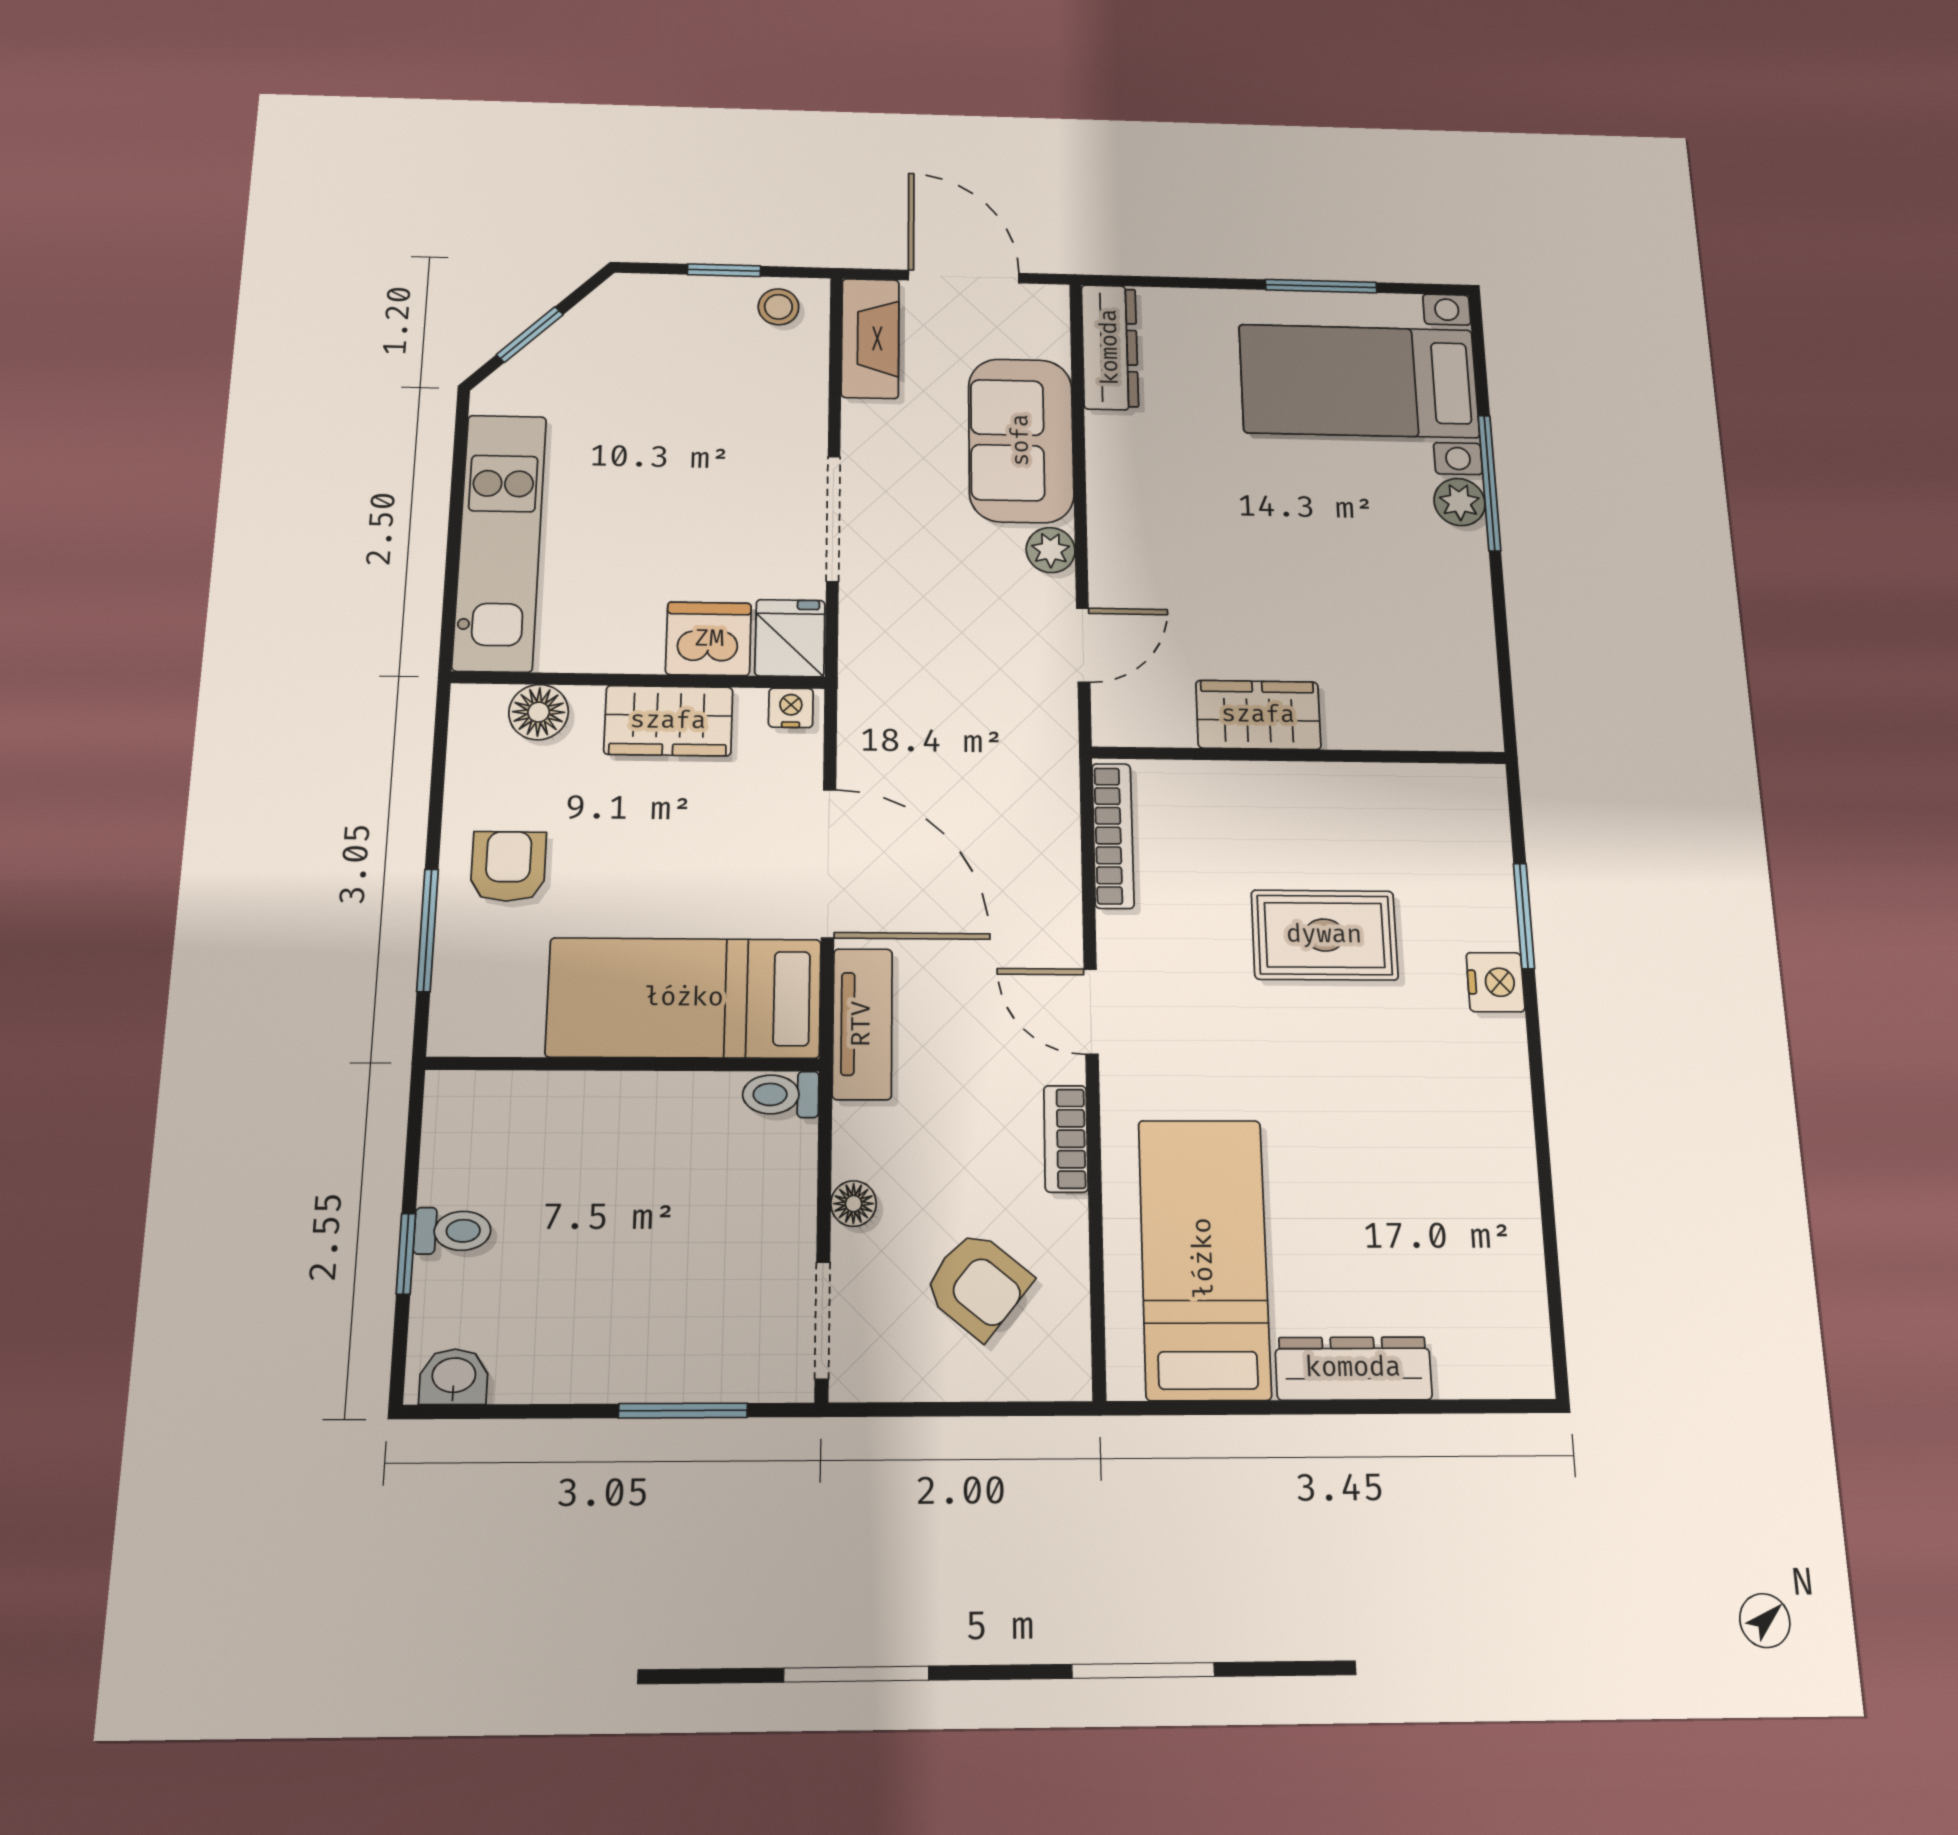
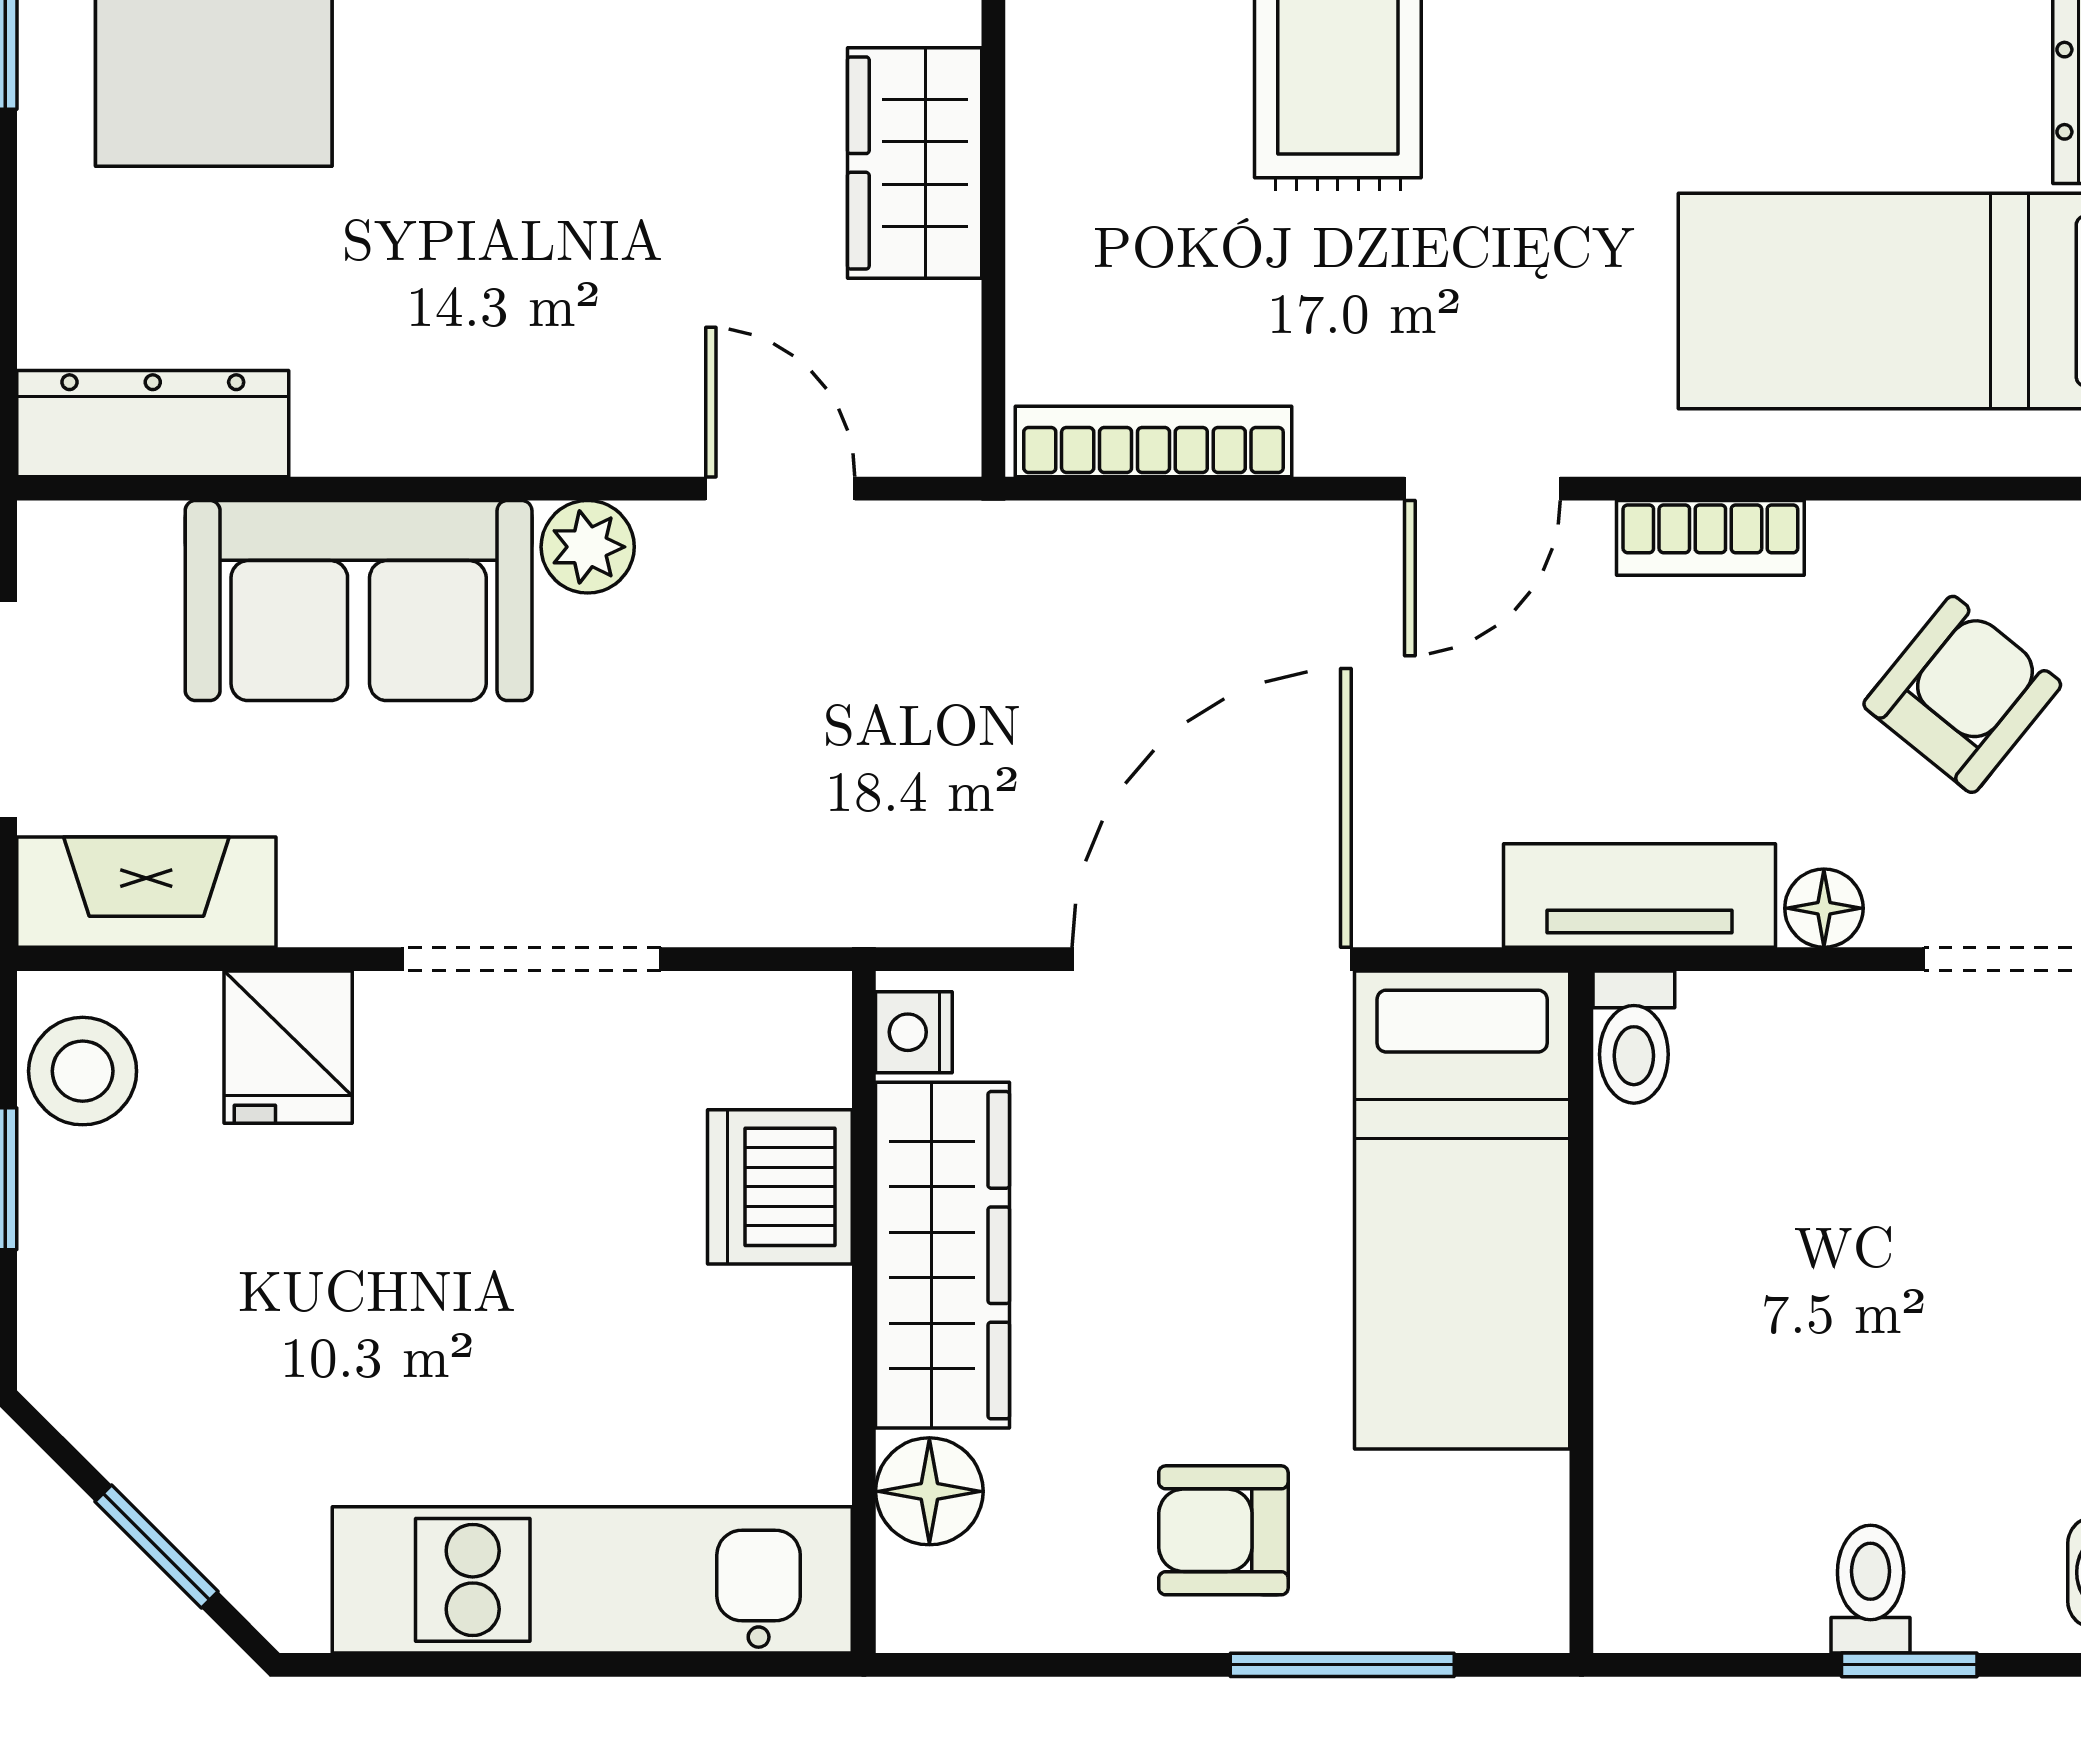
stool: (778, 307) -> (83, 1071), width x1.37, depth x1.37
fridge: (790, 638) -> (288, 1047), moved, turned -90
wardrobe: (668, 721) -> (943, 1255), width x1.50
tv unit: (862, 1024) -> (1639, 895), moved

